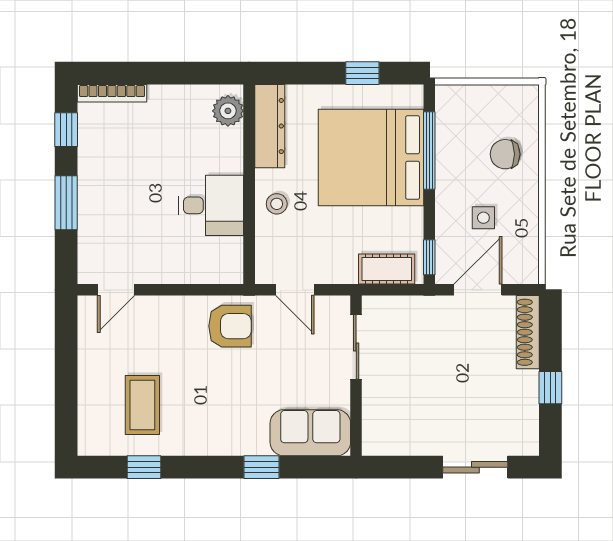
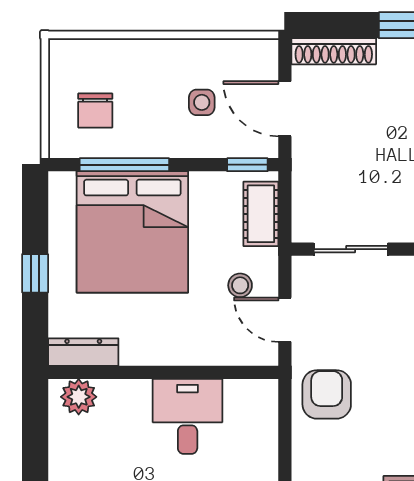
window: (362, 73) -> (35, 273), moved
dresser: (270, 126) -> (83, 352), width x0.73, depth x0.80
chair: (505, 154) -> (95, 110), moved
stool: (277, 204) -> (240, 285), moved
door: (295, 290) -> (285, 320), swing flipped

